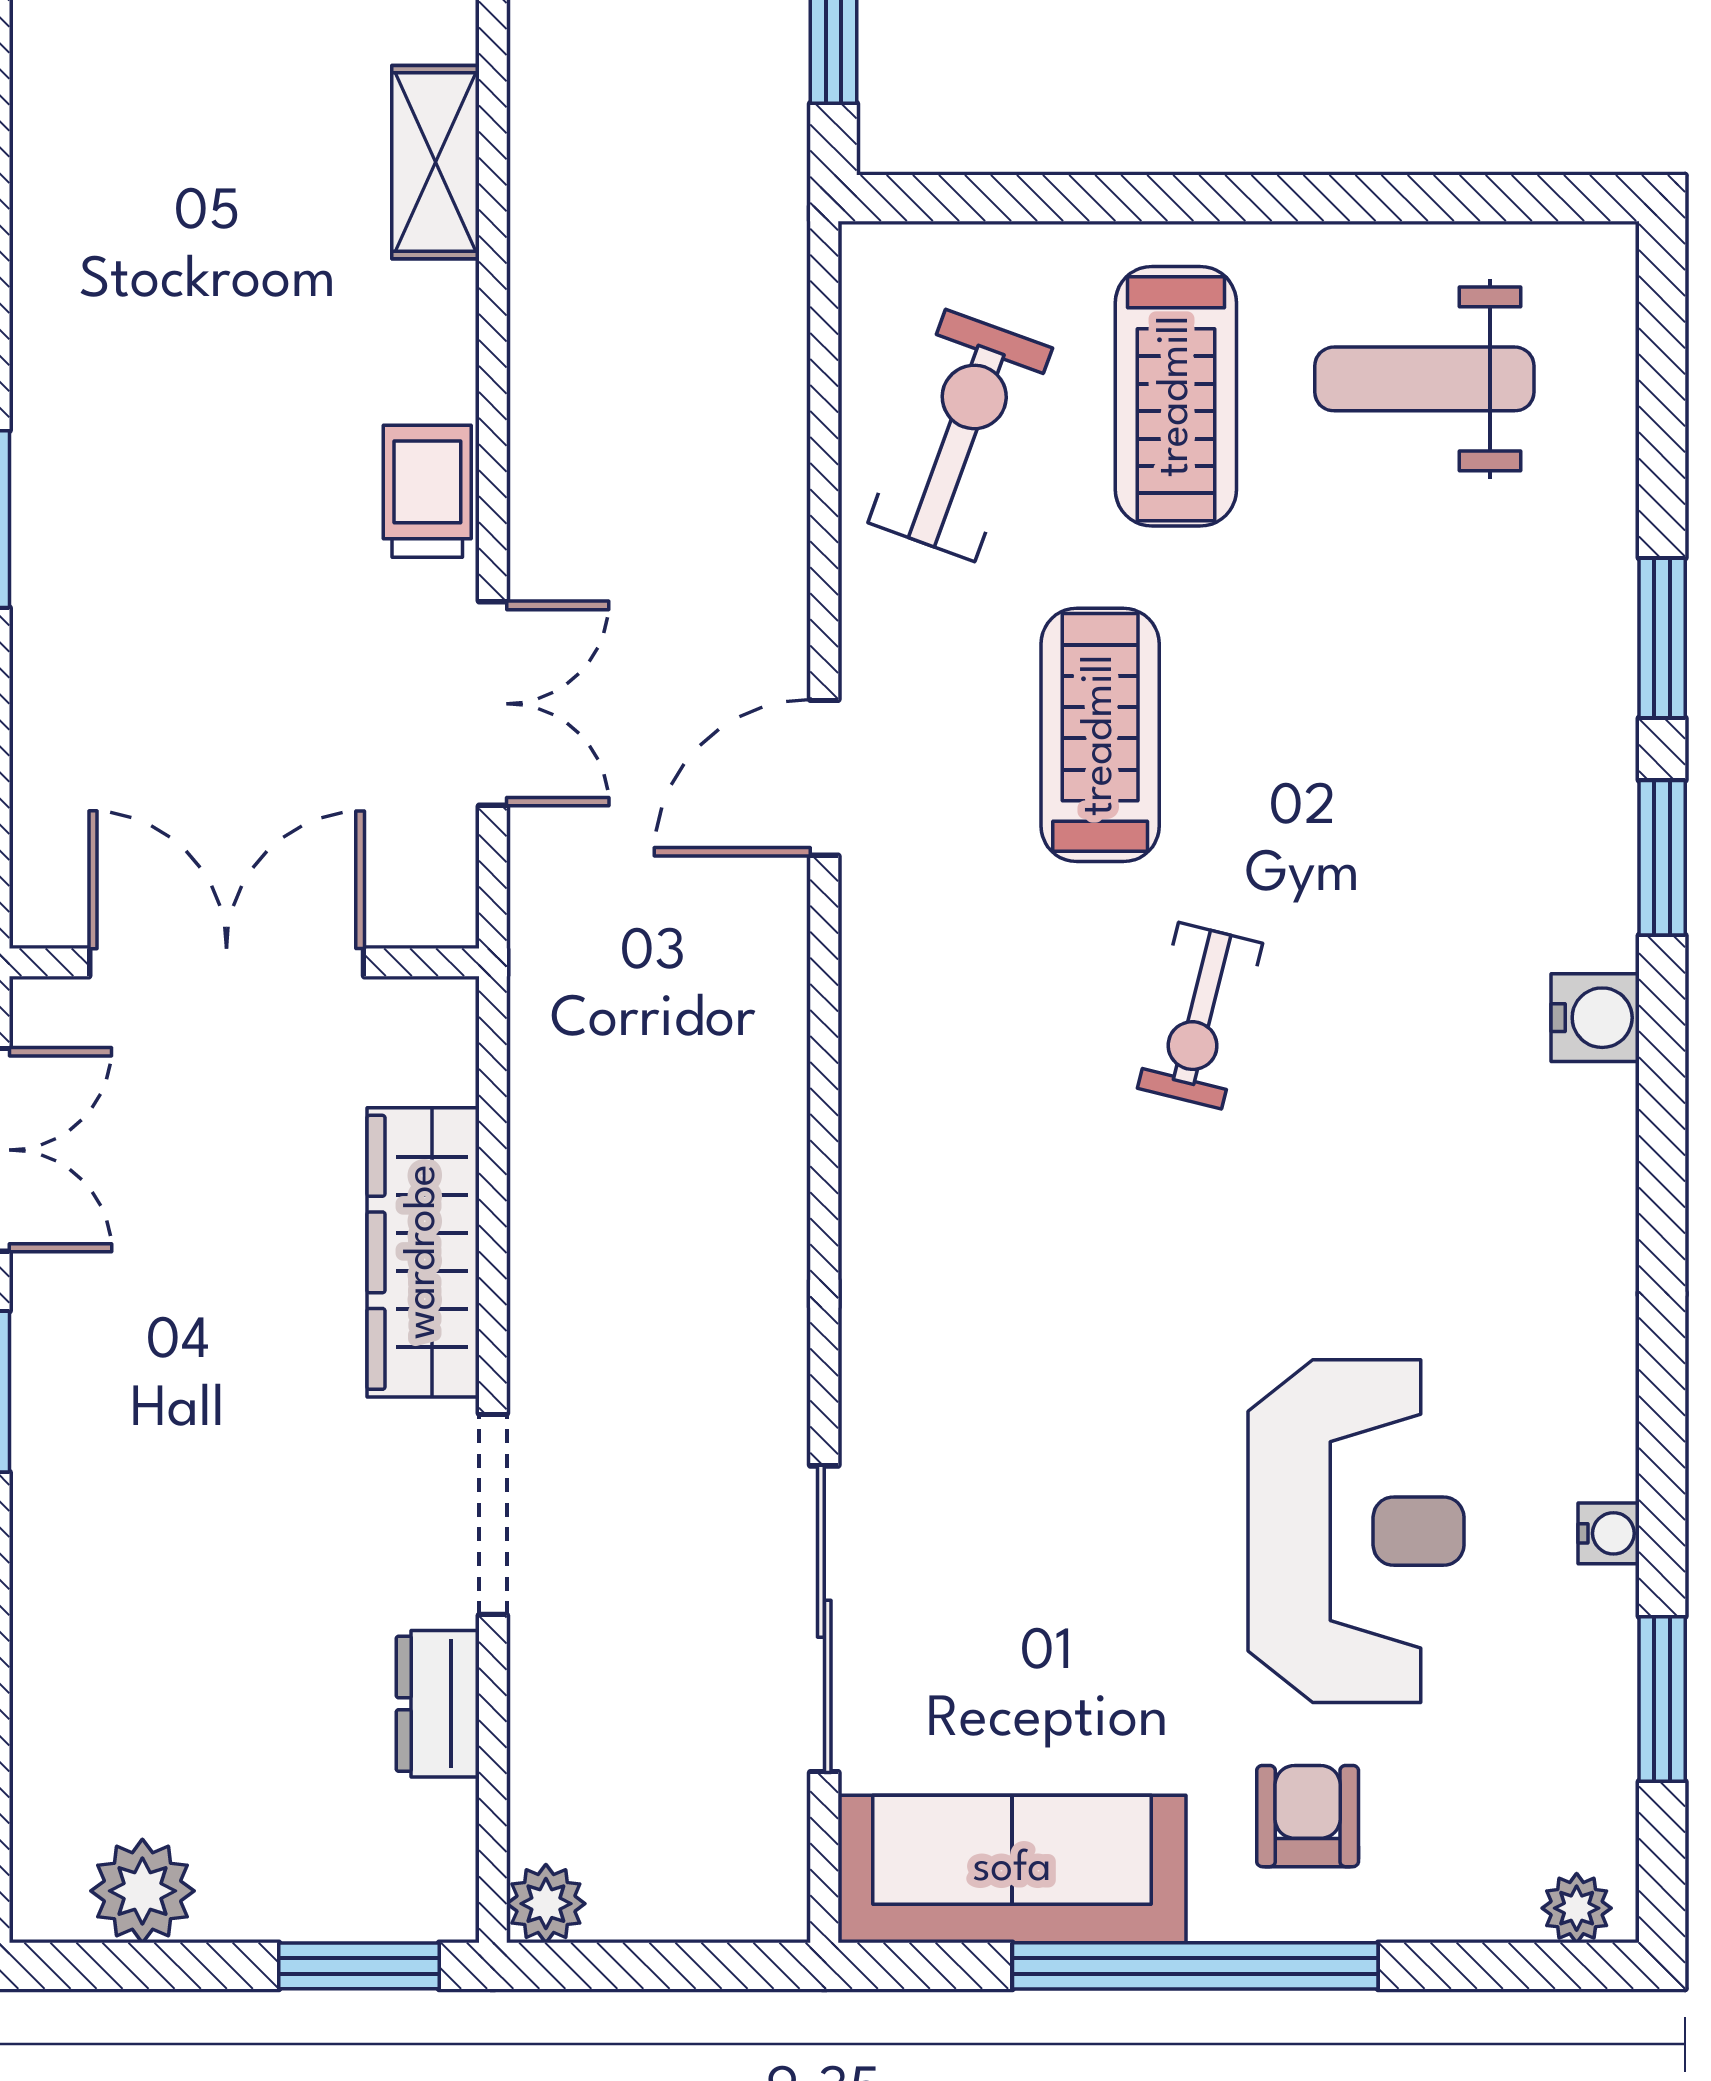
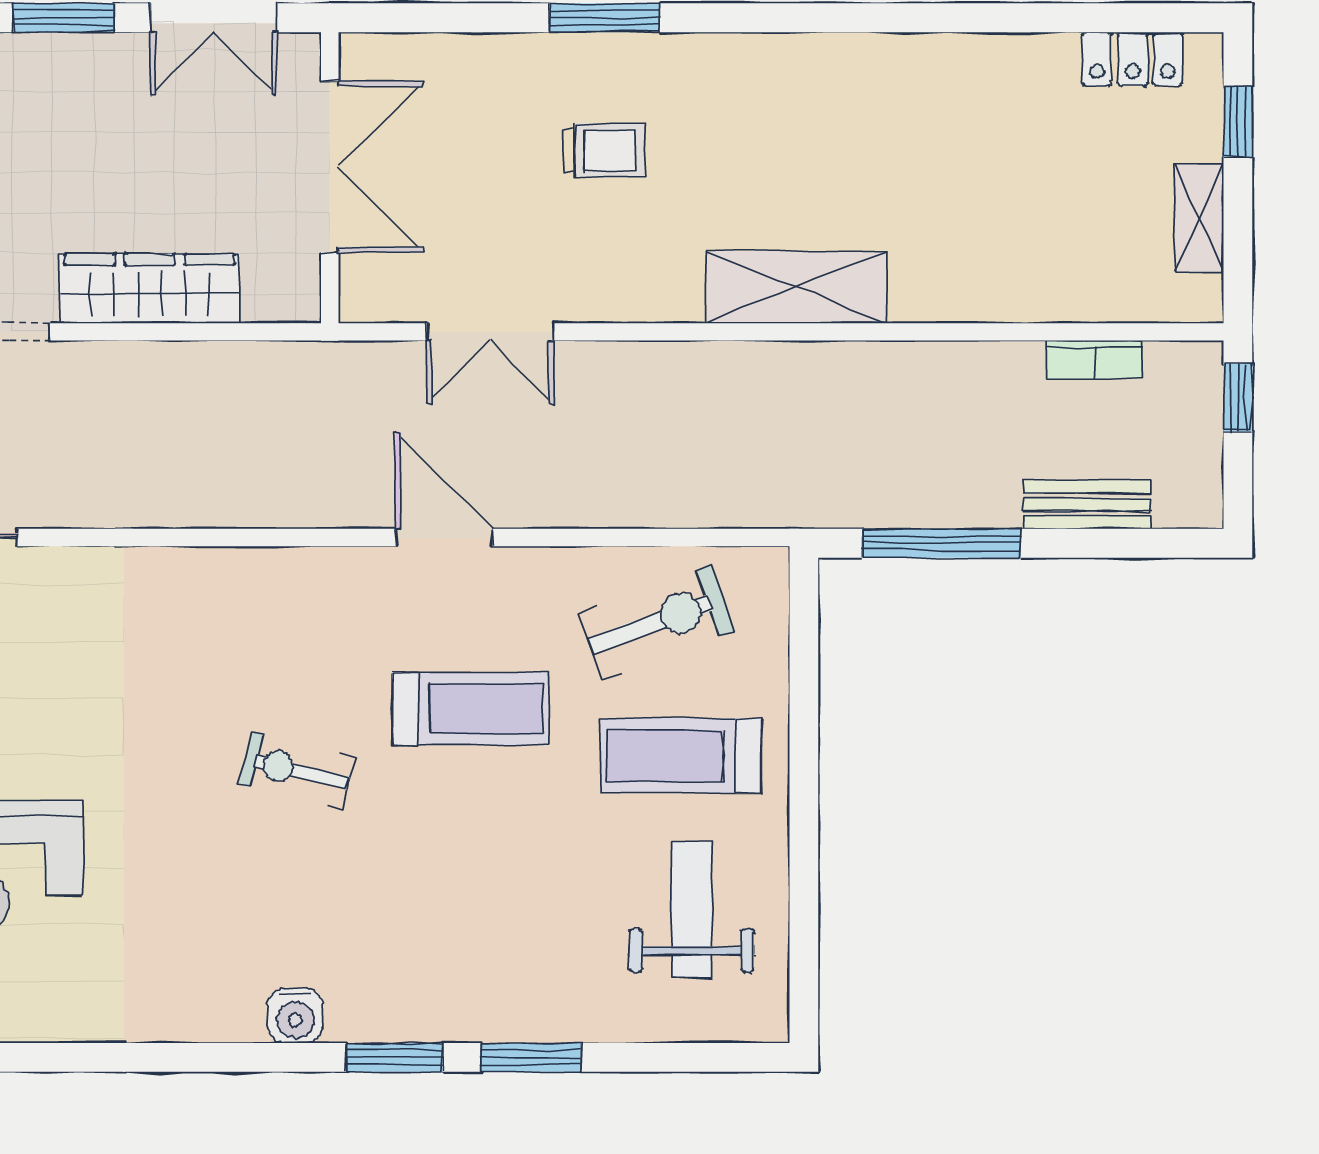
shelving: (435, 162) -> (796, 287), width x1.50, depth x1.33
exercise bike: (960, 435) -> (657, 622), turned -40
trolley: (427, 491) -> (604, 150), moved

